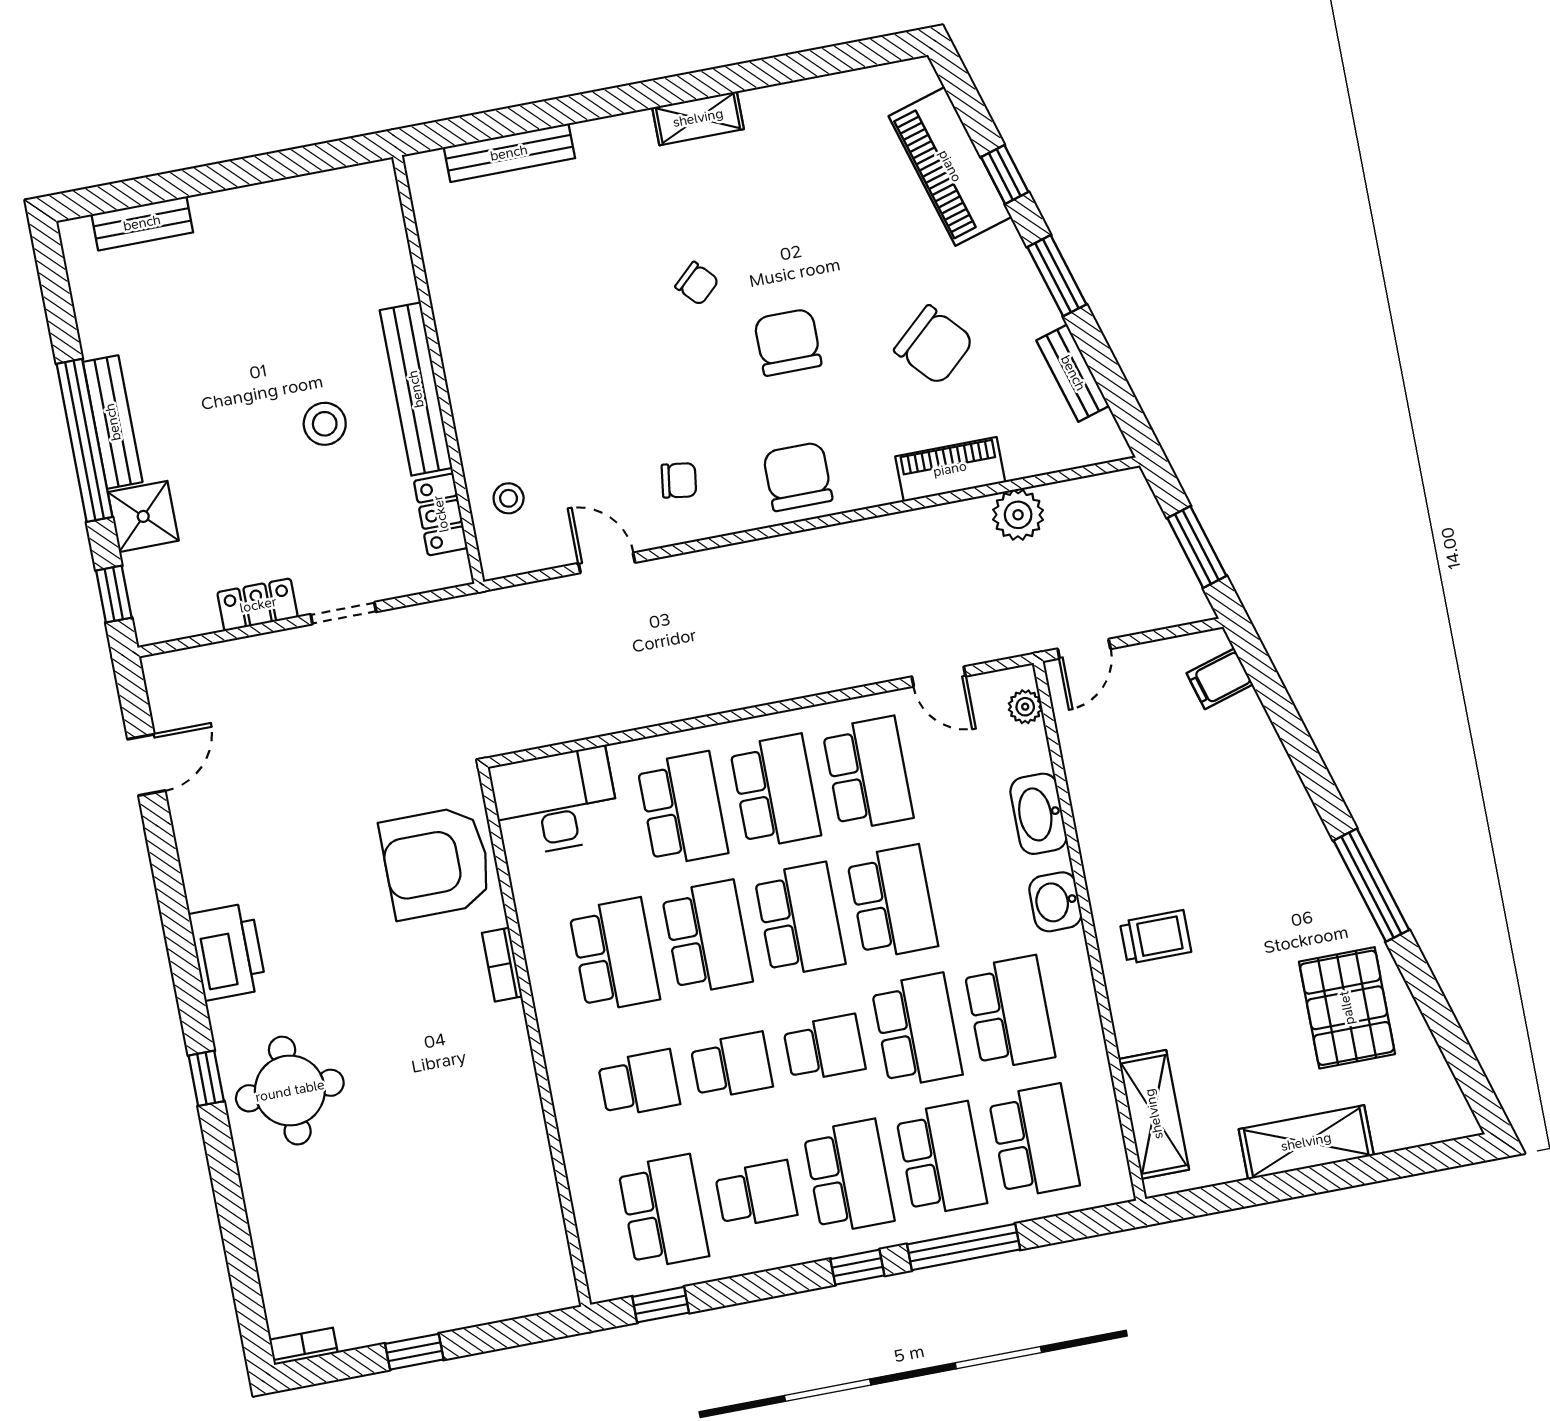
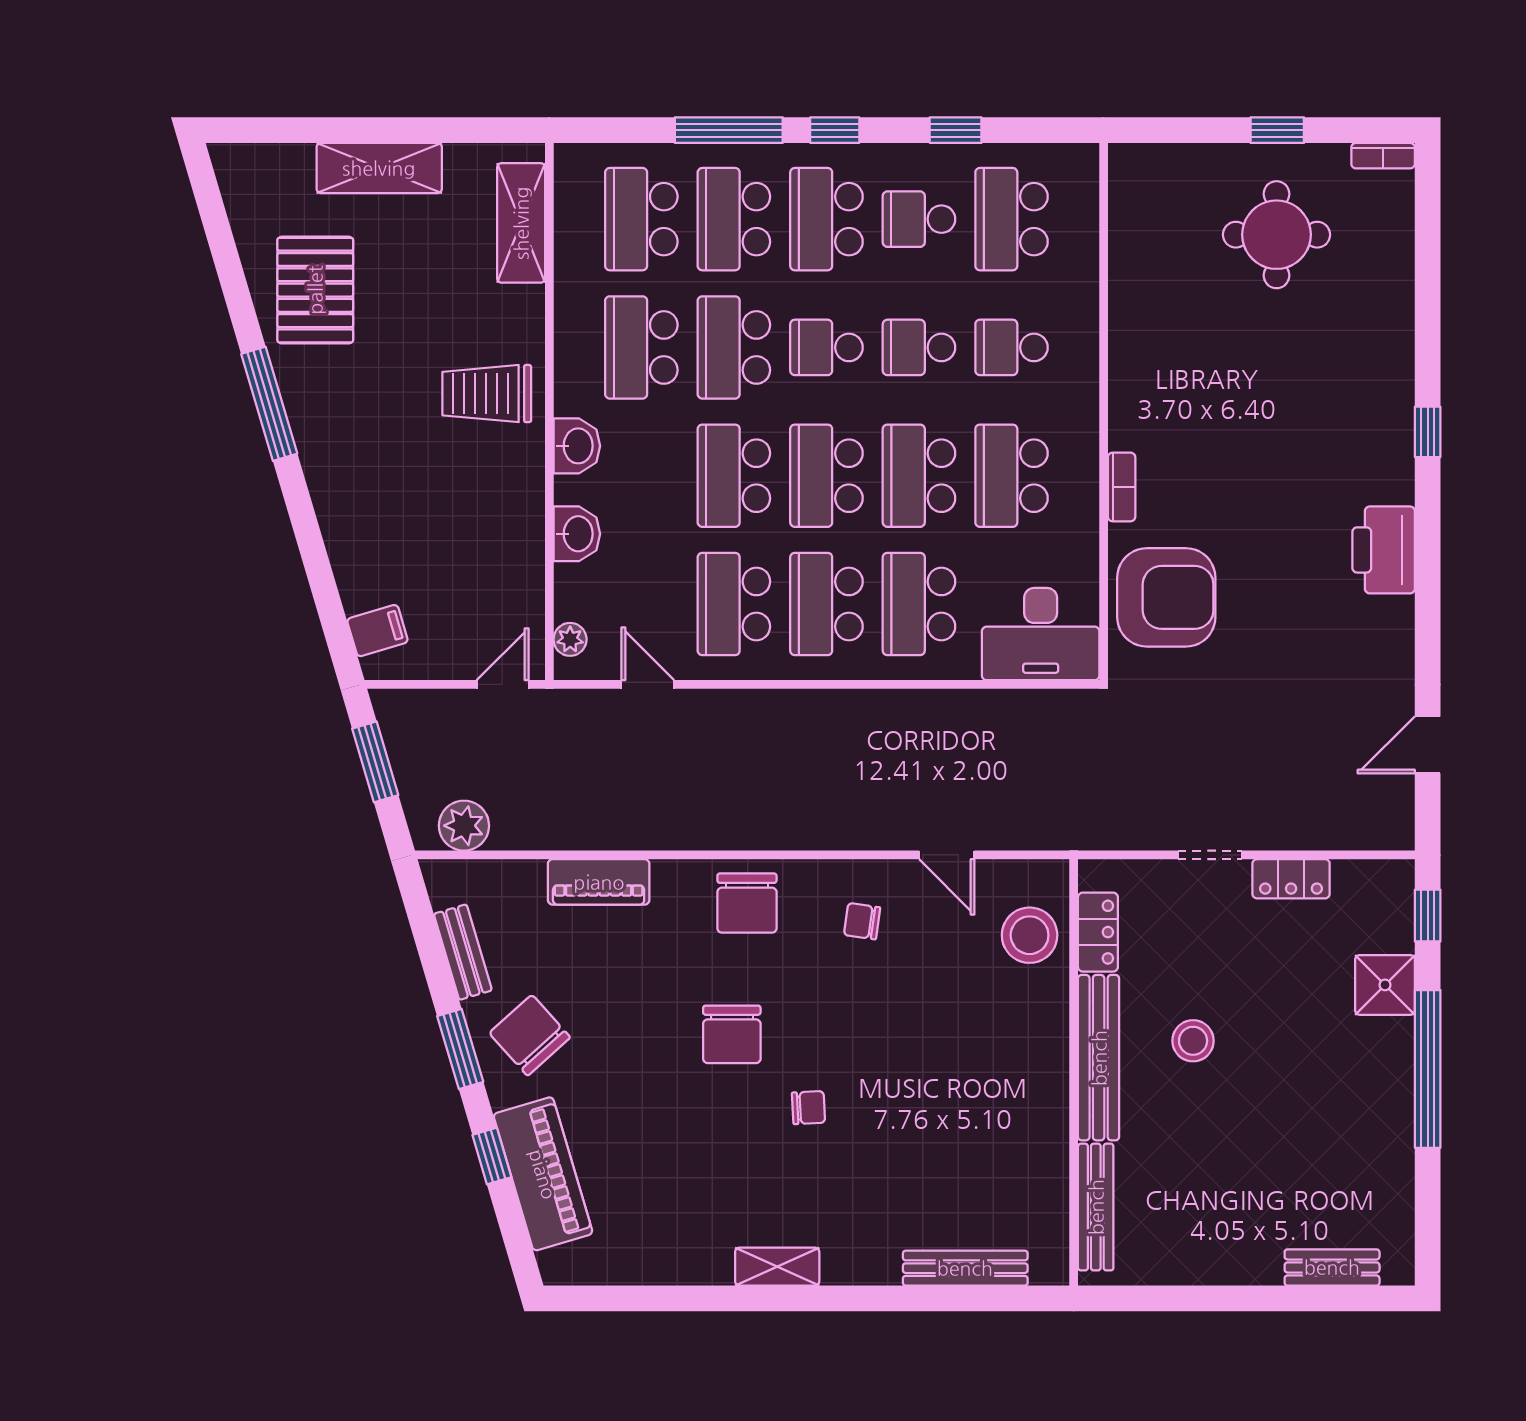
chair: (697, 283) -> (808, 1108), turned 130
chair: (934, 345) -> (530, 1035), moved
bench: (113, 422) -> (1096, 1207), moved
stool: (509, 498) -> (1030, 935), width x1.89, depth x1.89
plant: (1018, 515) -> (464, 826), moved
washbasin: (1039, 814) -> (577, 534), width x0.72
trolley: (1155, 937) -> (487, 394), width x1.36, depth x1.39
round table: (290, 1091) -> (1277, 235), moved
window: (661, 1305) -> (956, 130), moved

